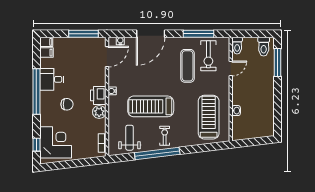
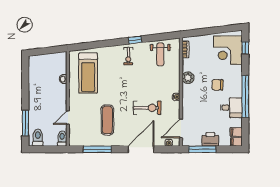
exercise bike: (208, 56) -> (147, 108), moved, turned 90
printer: (98, 95) -> (210, 139), moved, turned -90
treadmill: (151, 106) -> (141, 83), removed
window: (157, 153) -> (135, 40), width x0.32

